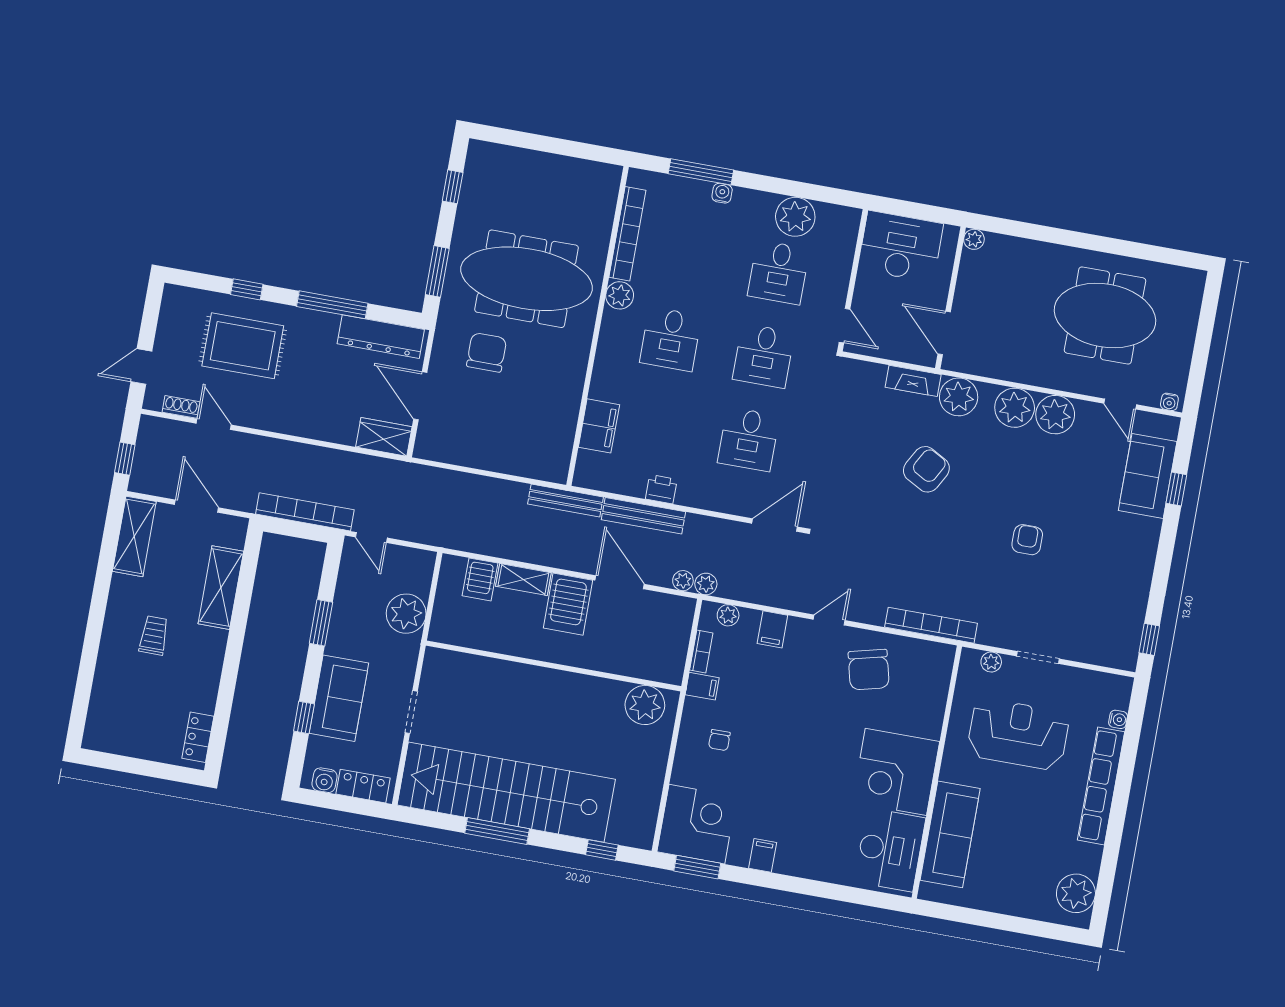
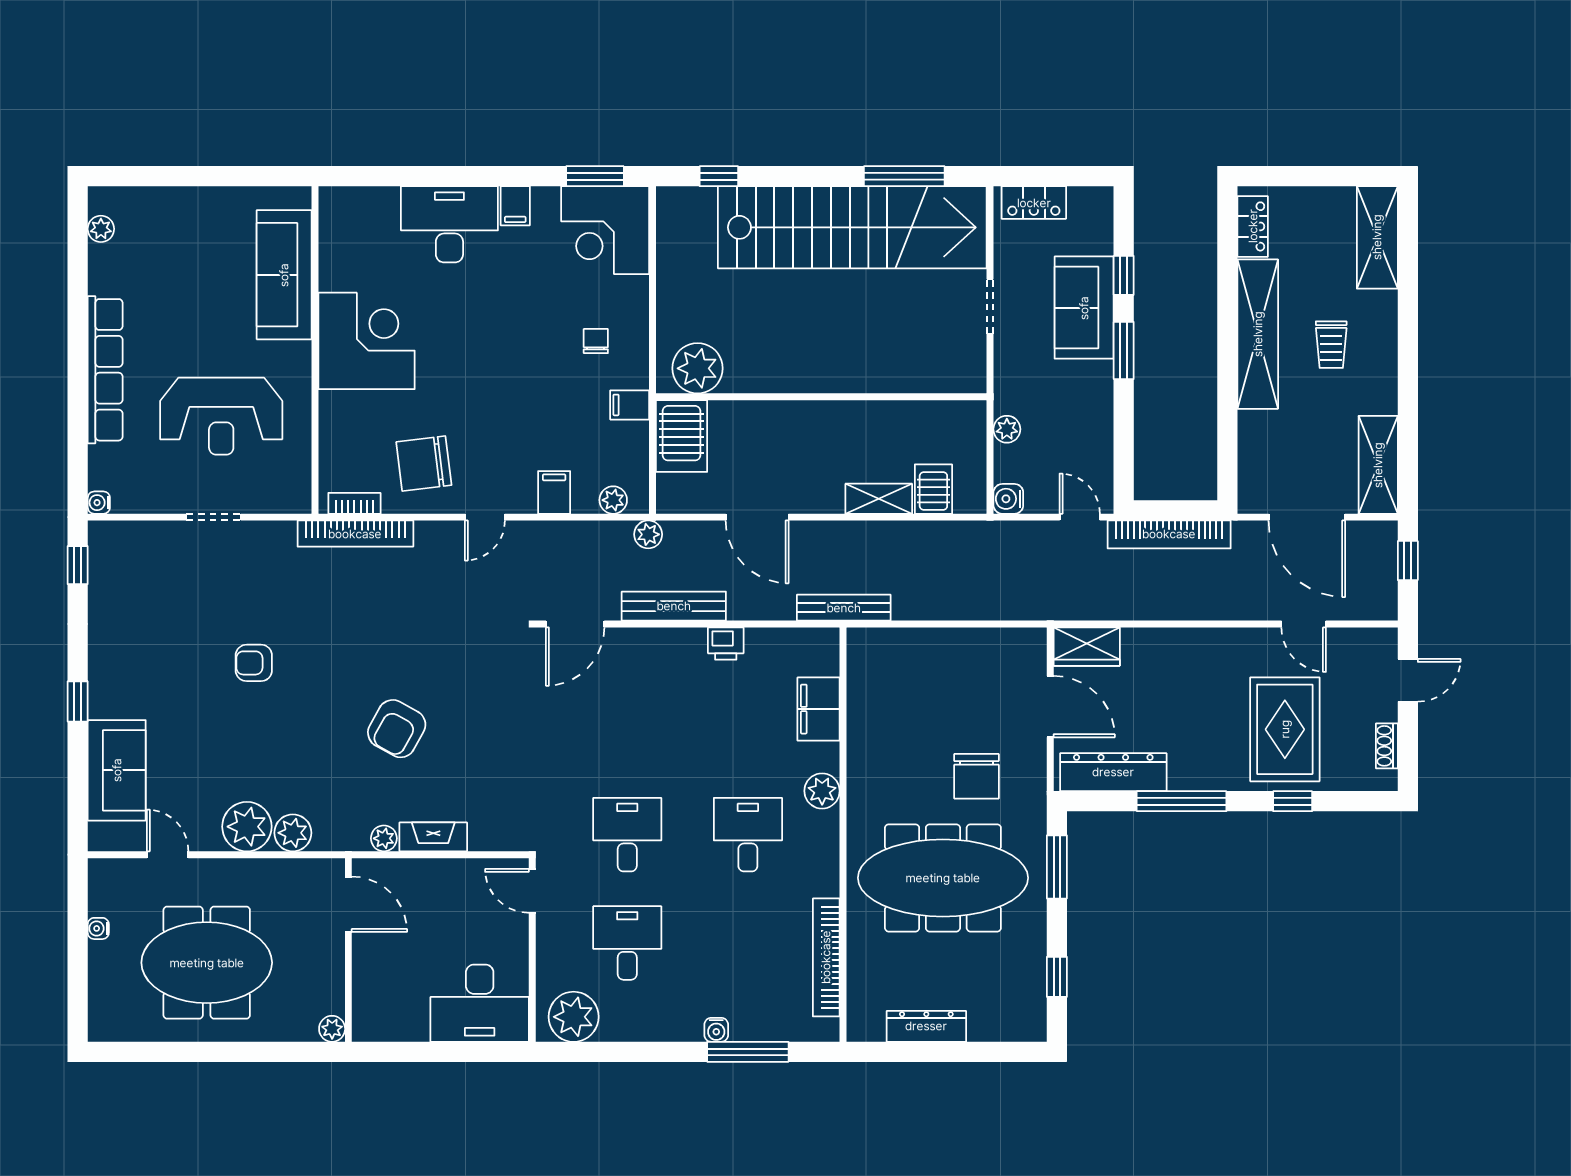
dresser: (560, 167) -> (926, 1026), added
plant: (795, 217) -> (574, 1017), moved
plant: (974, 239) -> (332, 1029), moved
plant: (620, 295) -> (822, 791), moved
wall: (950, 298) -> (348, 950), moved
door: (944, 333) -> (348, 904), moved
rug: (243, 346) -> (1285, 729), turned 90
plant: (959, 397) -> (384, 838), width x0.53, depth x0.53
water cooler: (1169, 402) -> (98, 928), moved, turned -90
shoe rack: (181, 407) -> (1387, 746), moved, turned 90
plant: (1015, 408) -> (293, 833), width x0.73, depth x0.73
desk: (749, 439) -> (627, 726), removed
window: (1176, 489) -> (78, 701), moved
door: (196, 506) -> (1307, 517), width x1.36
bench: (643, 516) -> (674, 606), moved
armchair: (1027, 540) -> (254, 663), turned 90
plant: (683, 581) -> (678, 533), removed
shelving: (221, 588) -> (1258, 334), moved, width x1.47
server rack: (568, 604) -> (681, 436), moved, turned 180
plant: (406, 614) -> (1007, 429), width x0.53, depth x0.53
window: (321, 623) -> (1124, 351), moved
bookcase: (701, 652) -> (354, 503), moved, turned 90
plant: (991, 662) -> (271, 501), removed
chair: (869, 670) -> (424, 464), turned -83
shelving: (103, 712) -> (1377, 237), added
water cooler: (1118, 719) -> (99, 503), moved
water cooler: (324, 780) -> (1008, 499), moved, turned -90
window: (497, 831) -> (904, 176), moved
desk: (890, 850) -> (449, 224), moved, turned 90
plant: (1076, 893) -> (101, 229), width x0.53, depth x0.53

